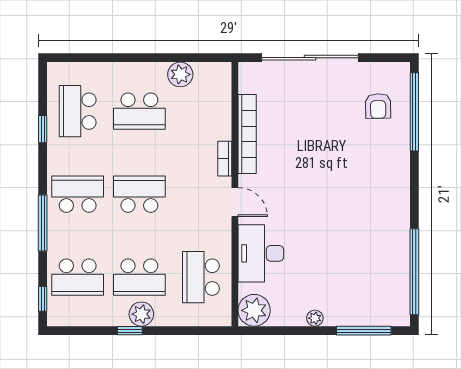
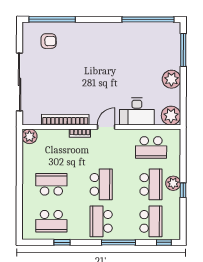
plant: (180, 74) -> (29, 136), moved
school desk: (139, 111) -> (51, 184), turned -90
school desk: (139, 194) -> (101, 184), turned 180
plant: (315, 318) -> (171, 79), width x1.87, depth x1.87

